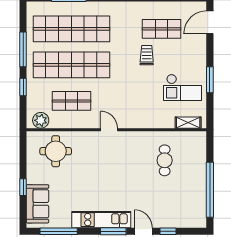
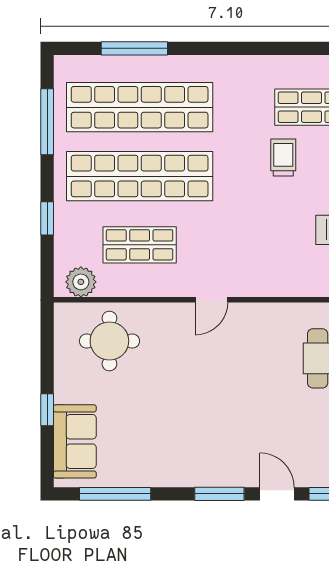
window: (23, 49) -> (47, 122), moved
door: (109, 130) -> (211, 300), swing flipped
kitchen unit: (101, 220) -> (196, 472), removed

